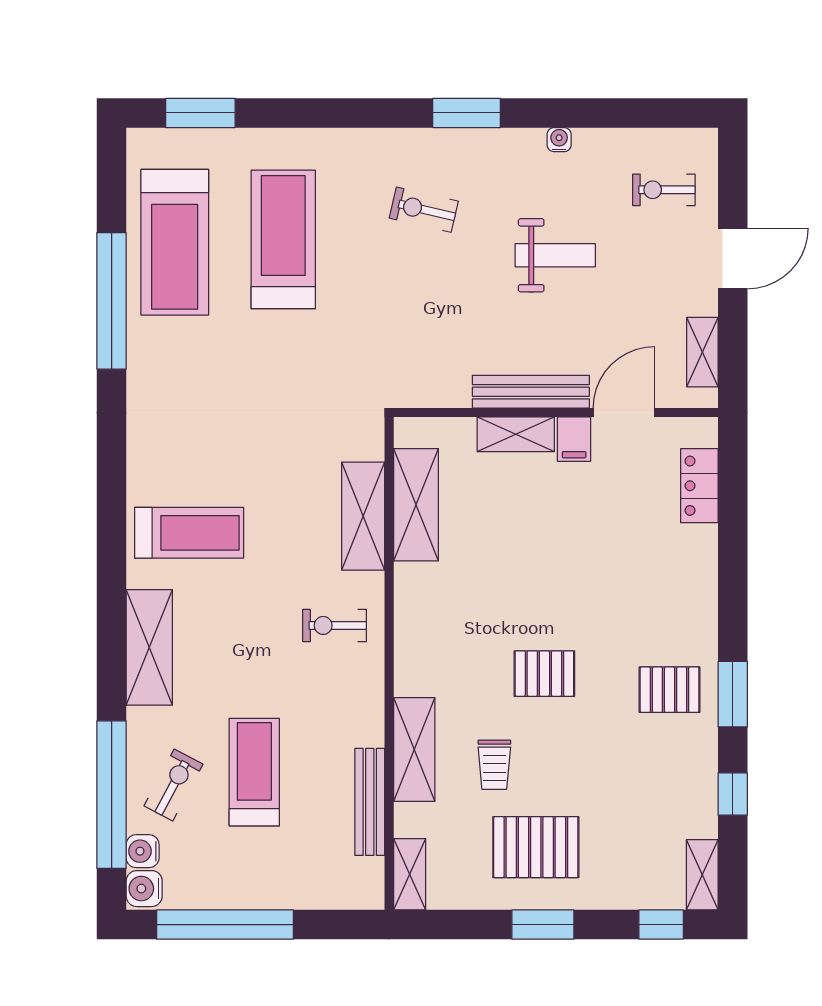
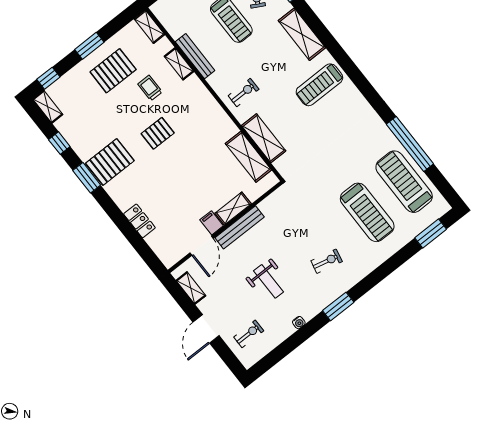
weight bench: (555, 255) -> (268, 281), turned -90
locker: (699, 486) -> (139, 221), moved
pallet: (670, 690) -> (110, 162), width x1.50, depth x1.42
shelving: (414, 749) -> (179, 64), width x0.67, depth x0.75
bench: (370, 802) -> (195, 56), moved

